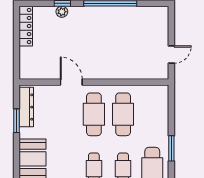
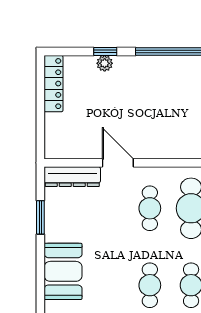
dresser: (26, 107) -> (72, 177), moved, turned 90
cafe table: (94, 114) -> (150, 208), width x0.73, depth x0.74

